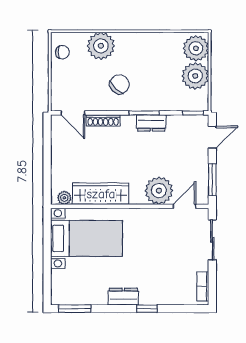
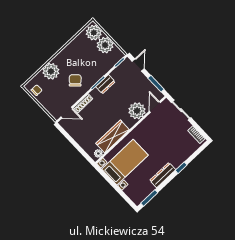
dresser: (123, 297) -> (163, 175), width x1.44

